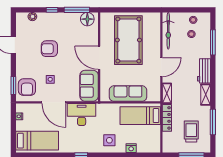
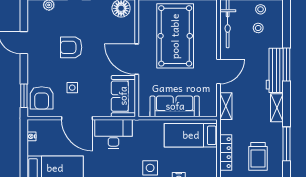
window: (213, 42) -> (286, 65), moved
workbench: (204, 71) -> (275, 70), width x1.38
locker: (167, 118) -> (226, 153), moved
trolley: (191, 132) -> (258, 156), turned 180

